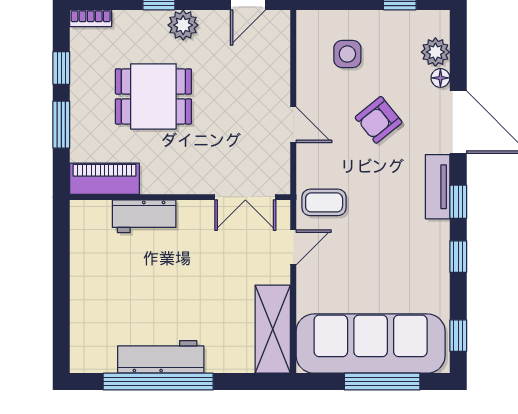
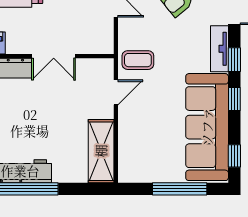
double door: (245, 197) -> (54, 56), moved
sofa: (371, 344) -> (207, 127), moved, turned -90

